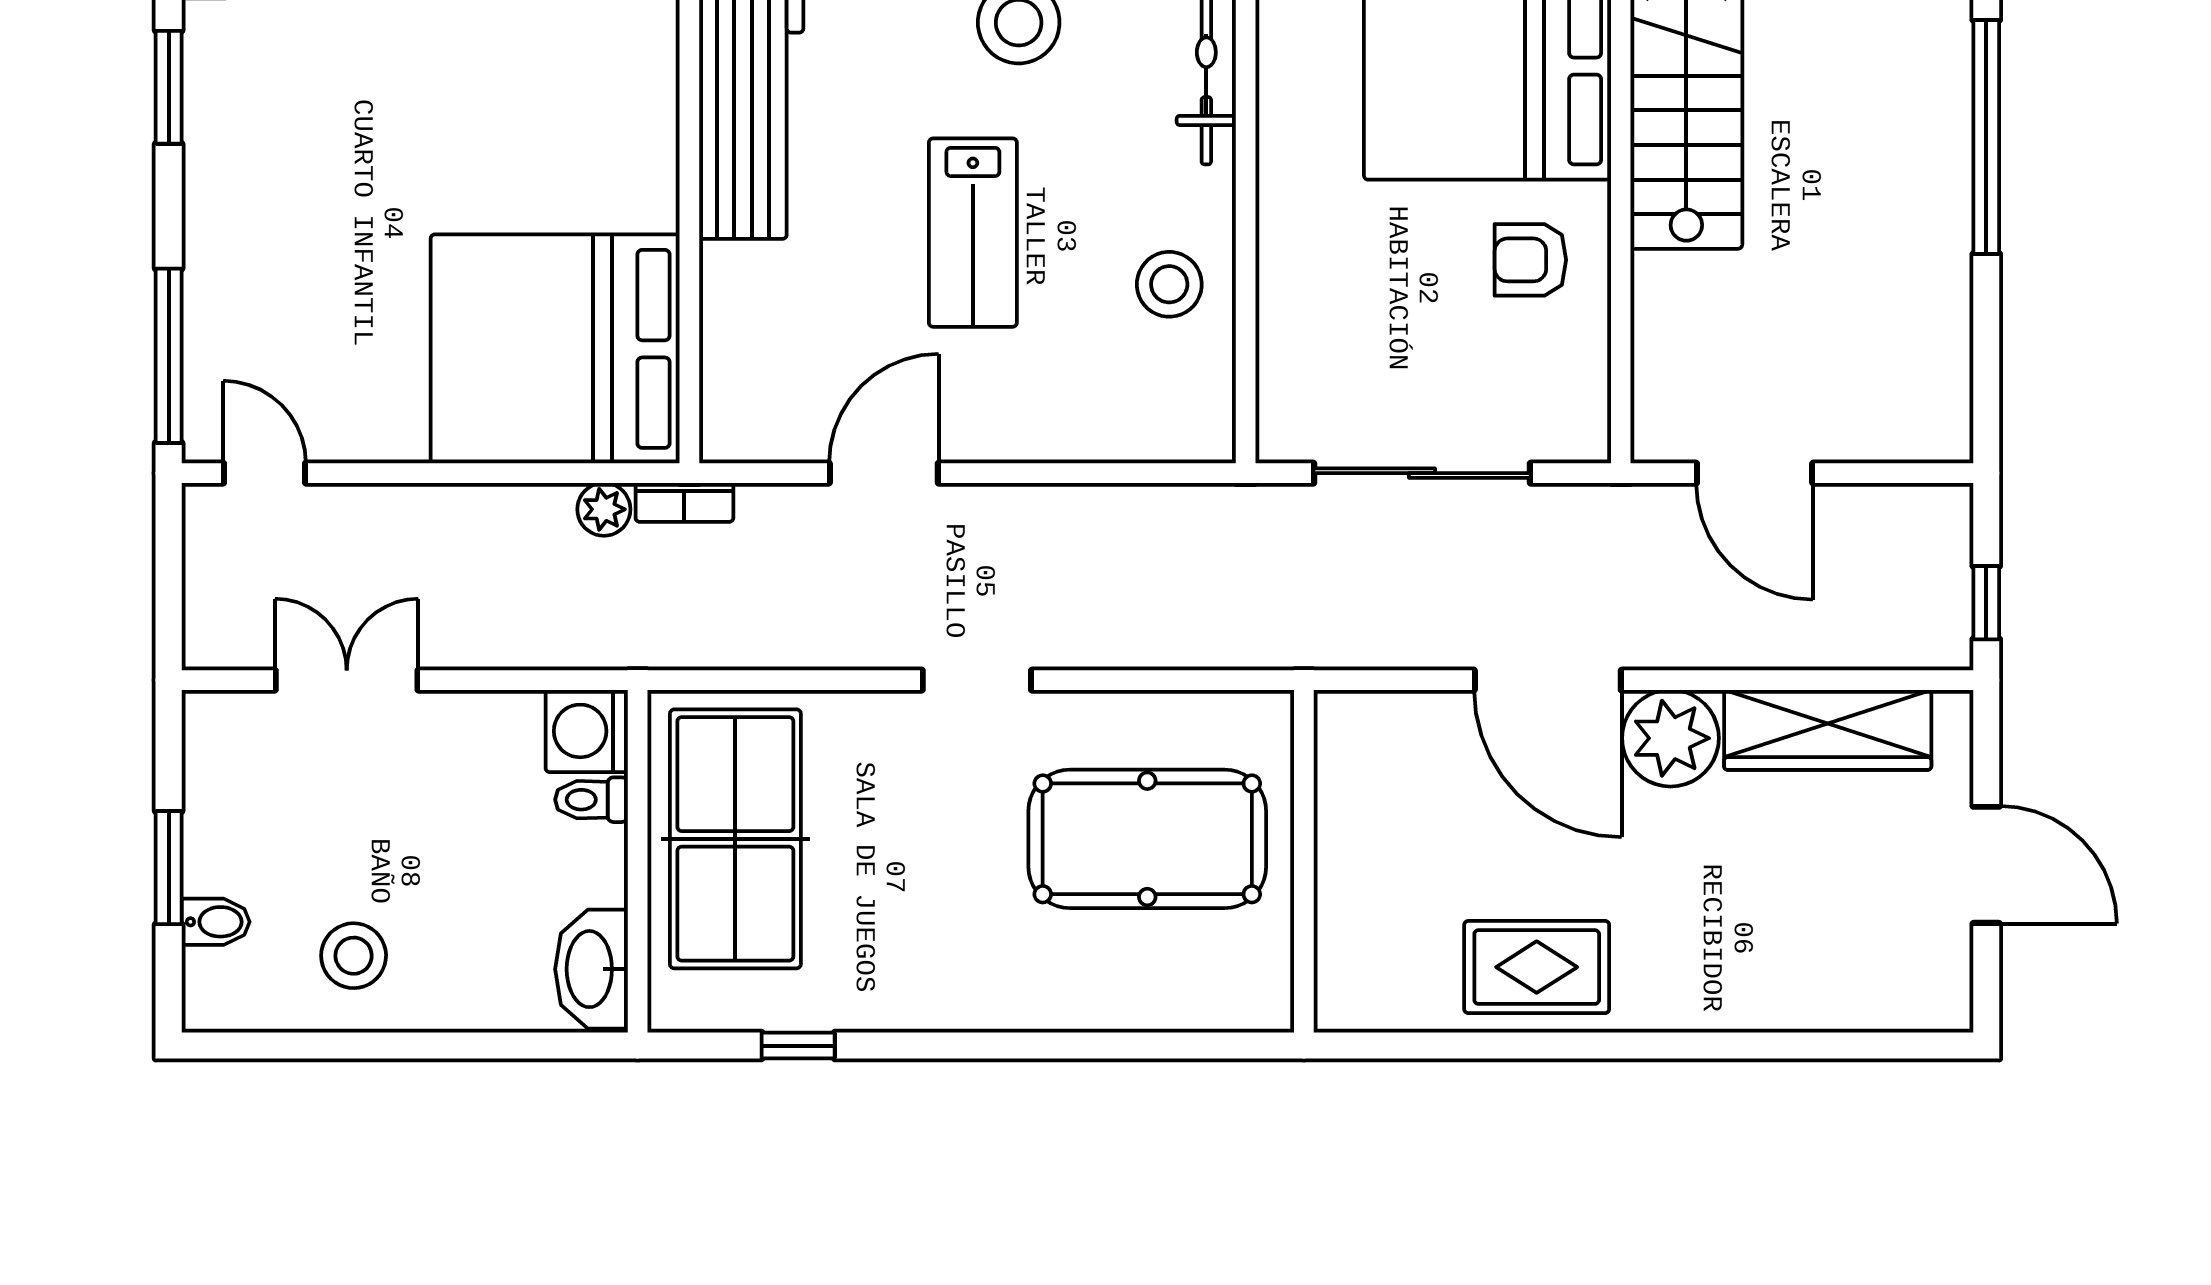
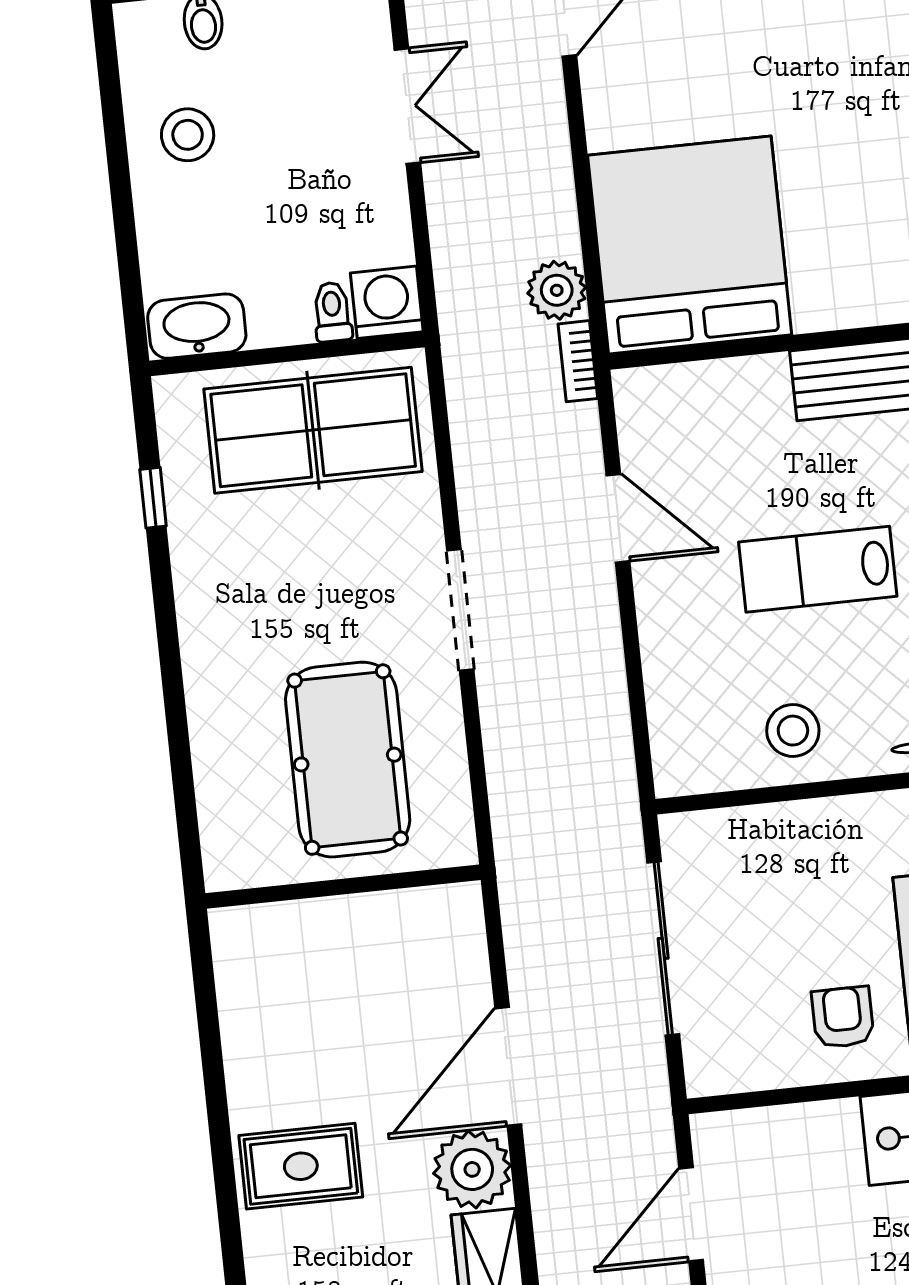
plant: (604, 509) -> (557, 290), width x1.38, depth x1.38
doorway: (977, 680) -> (460, 610), width x1.38
rug: (1537, 967) -> (301, 1166), moved, turned 90

